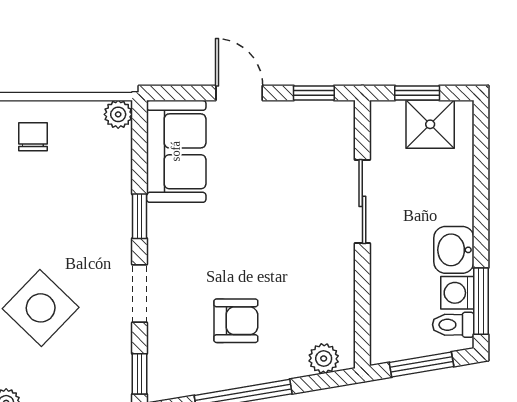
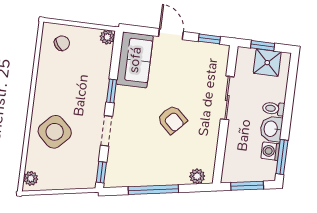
chair: (33, 137) -> (62, 43), turned 53
armchair: (236, 321) -> (172, 120), moved, turned 43
toilet: (453, 325) -> (273, 109), moved

